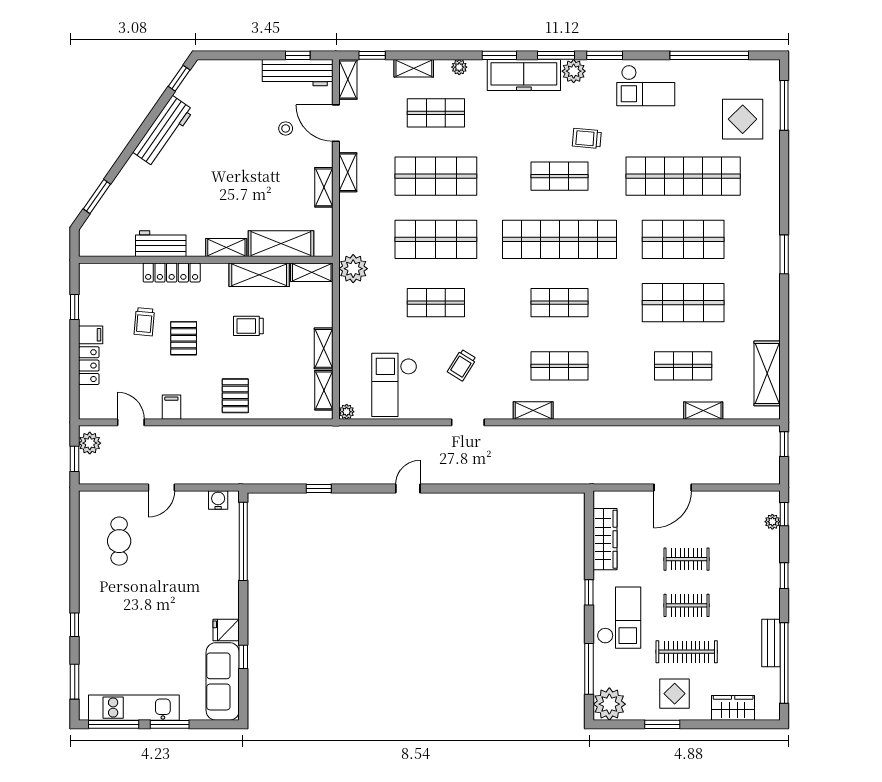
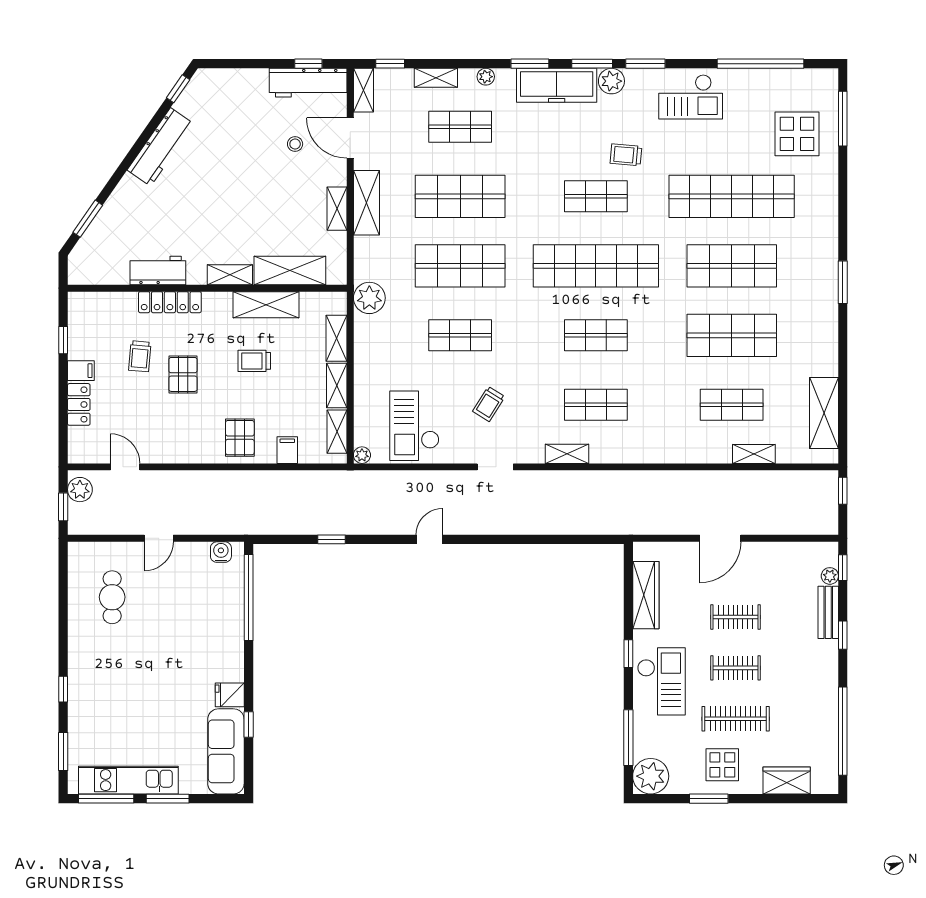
shelving: (348, 172) -> (366, 203), width x1.50, depth x1.33
shelving: (312, 272) -> (336, 338), moved, turned 90
filing cabinet: (171, 407) -> (287, 450), moved
bench: (771, 643) -> (828, 612), moved

